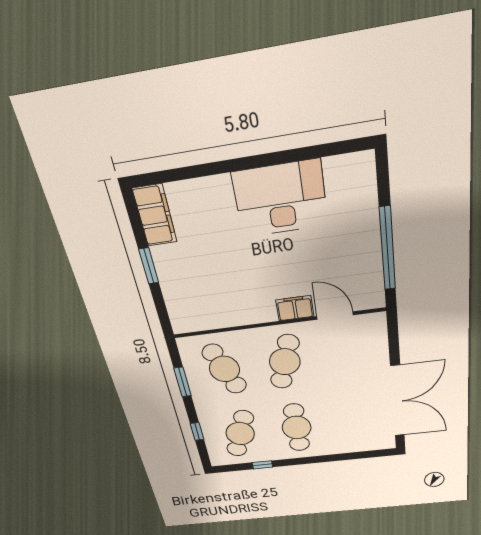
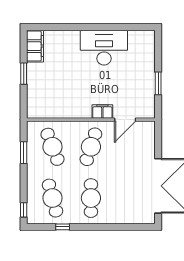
window: (388, 249) -> (158, 83), width x0.47
door: (335, 316) -> (125, 120), swing flipped
window: (197, 431) -> (24, 210), moved
cafe table: (240, 434) -> (52, 198), turned -36

